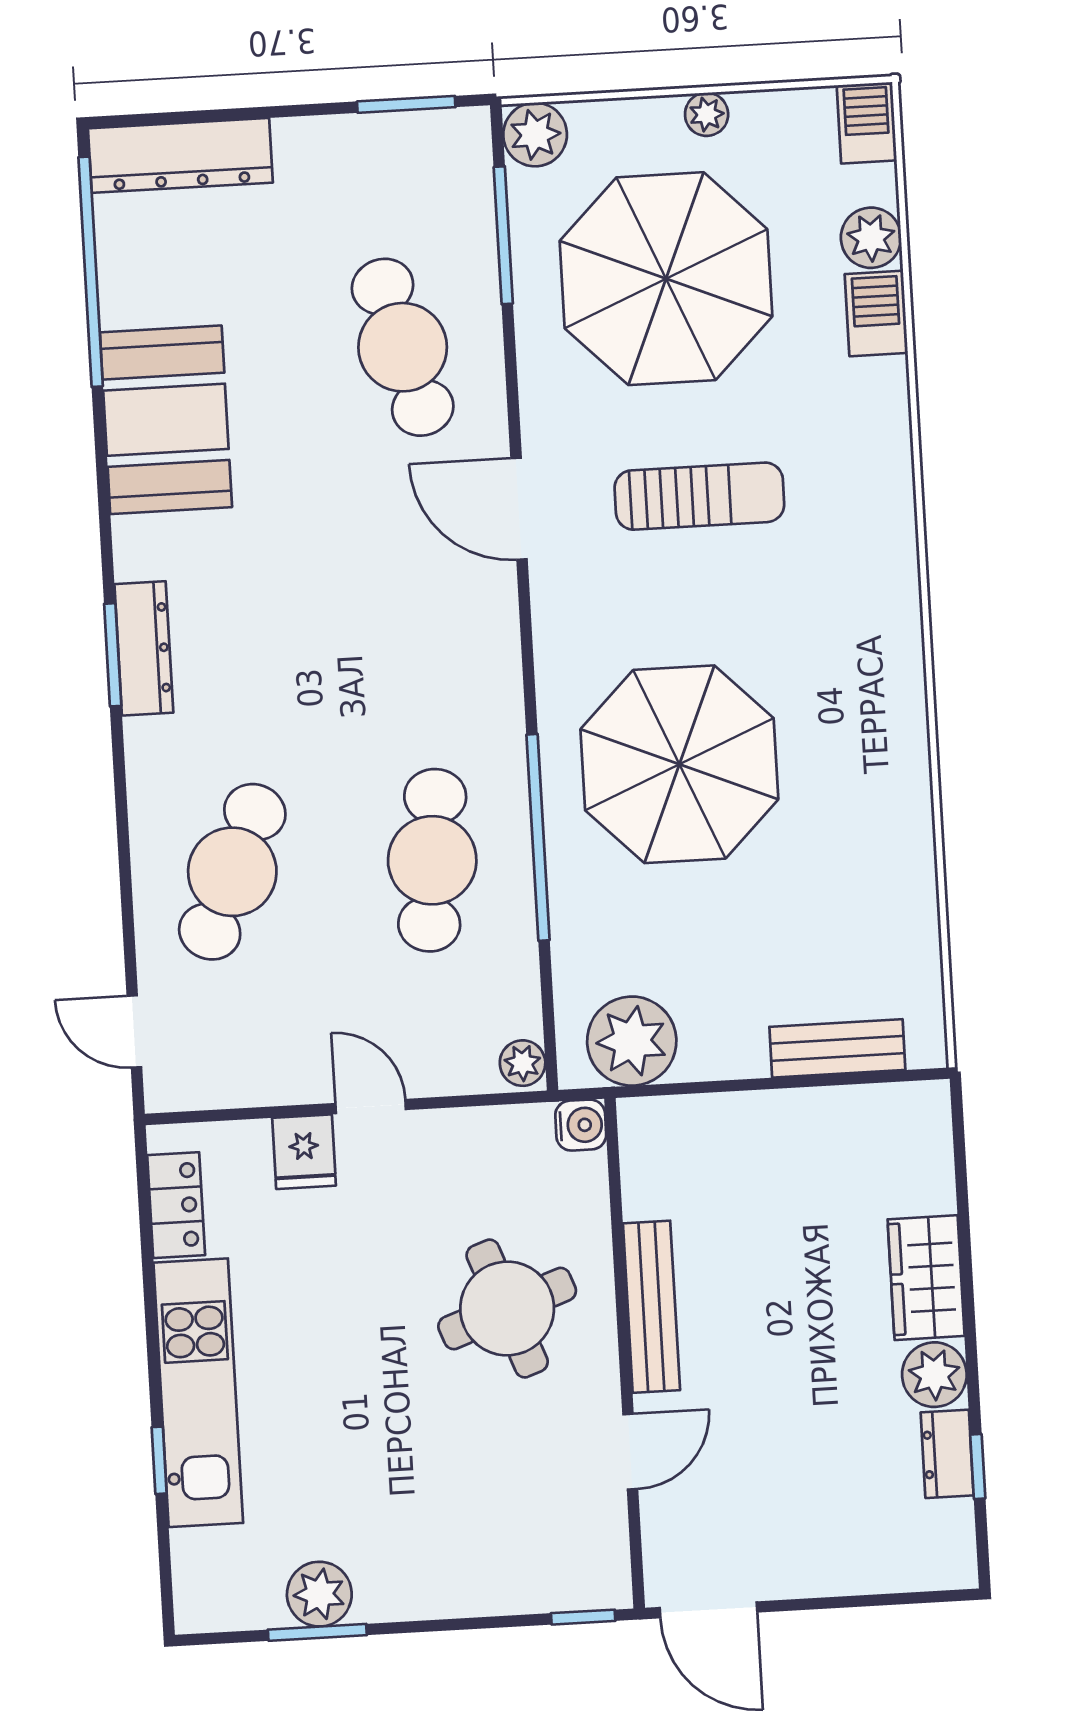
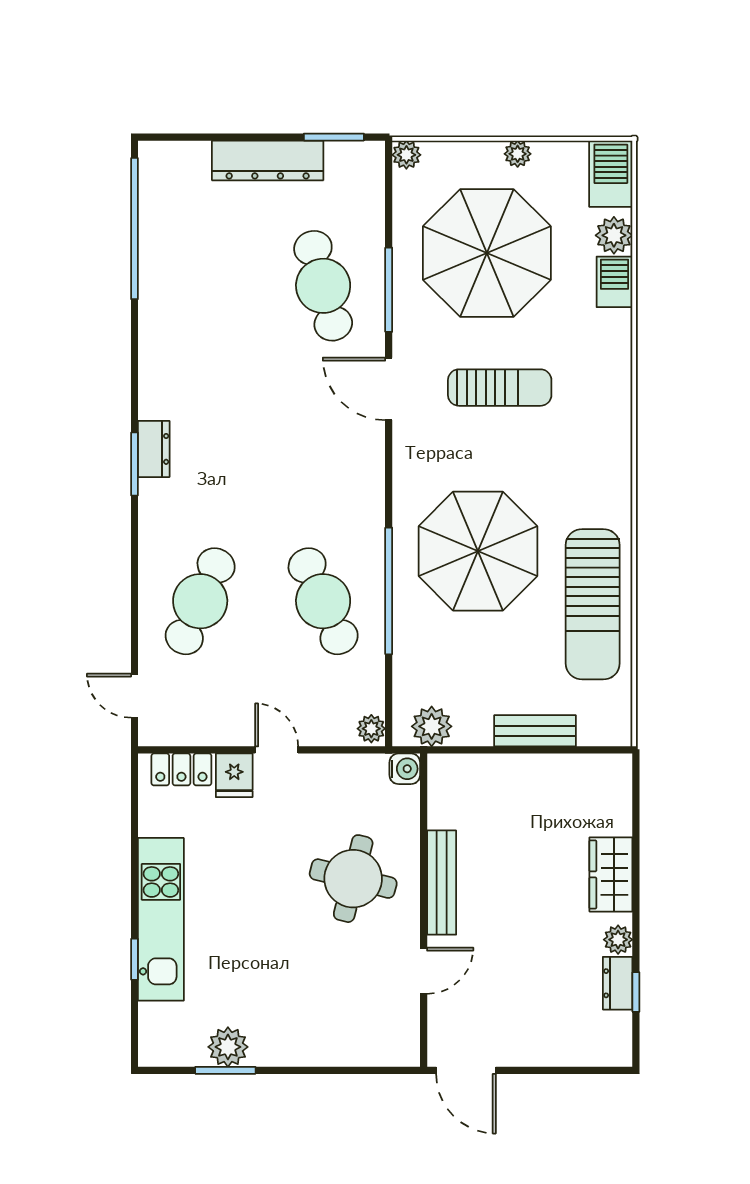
barbecue: (867, 123) -> (611, 174), width x1.38, depth x1.27
plant: (535, 135) -> (406, 155), width x0.73, depth x0.73
dresser: (180, 155) -> (268, 160), moved
window: (503, 235) -> (389, 290), moved
booth: (166, 420) -> (175, 322), removed
dresser: (144, 648) -> (154, 449), width x0.70
sun lounger: (871, 840) -> (593, 604), added
cafe table: (432, 860) -> (323, 601), turned -30
plant: (632, 1041) -> (432, 726), width x0.73, depth x0.73
bench: (837, 1048) -> (535, 731), moved
locker: (176, 1205) -> (181, 769), moved, turned 90
round table: (507, 1309) -> (353, 879), turned 34
plant: (934, 1375) -> (618, 940), width x0.73, depth x0.73
window: (583, 1617) -> (389, 1070), removed

